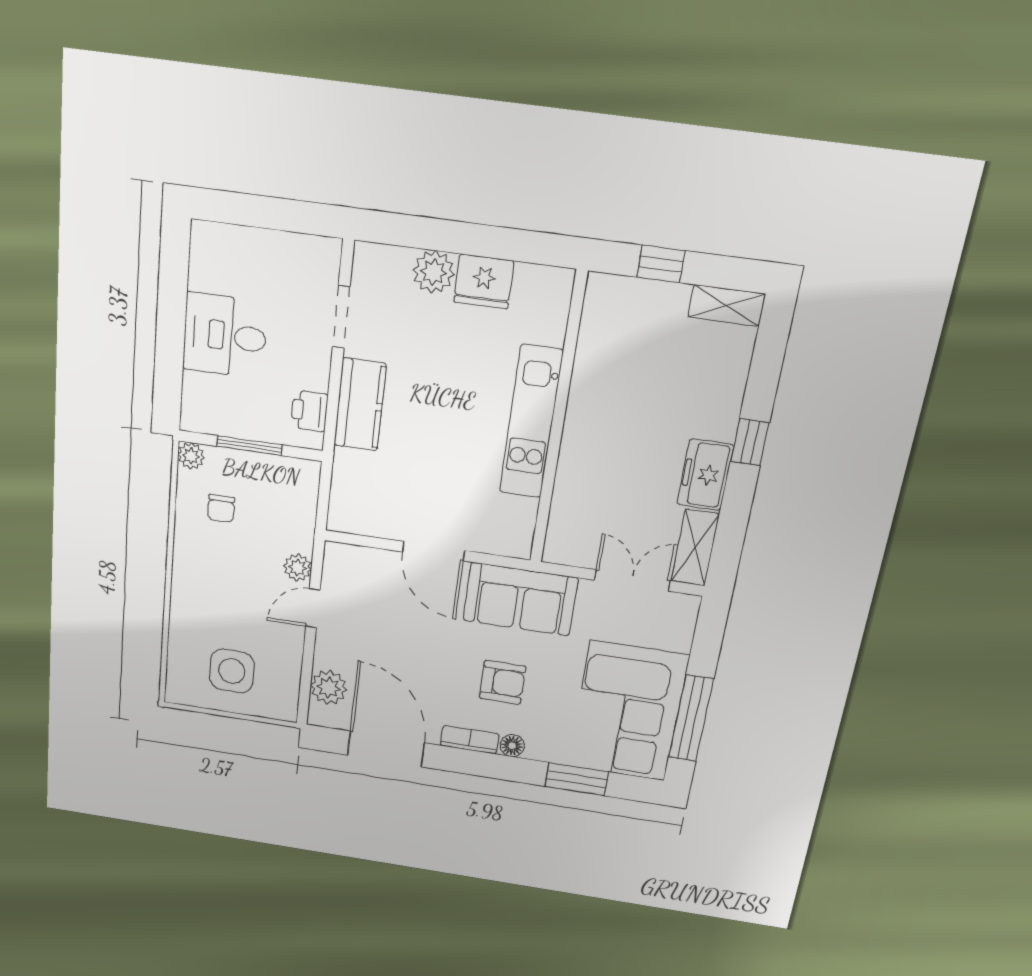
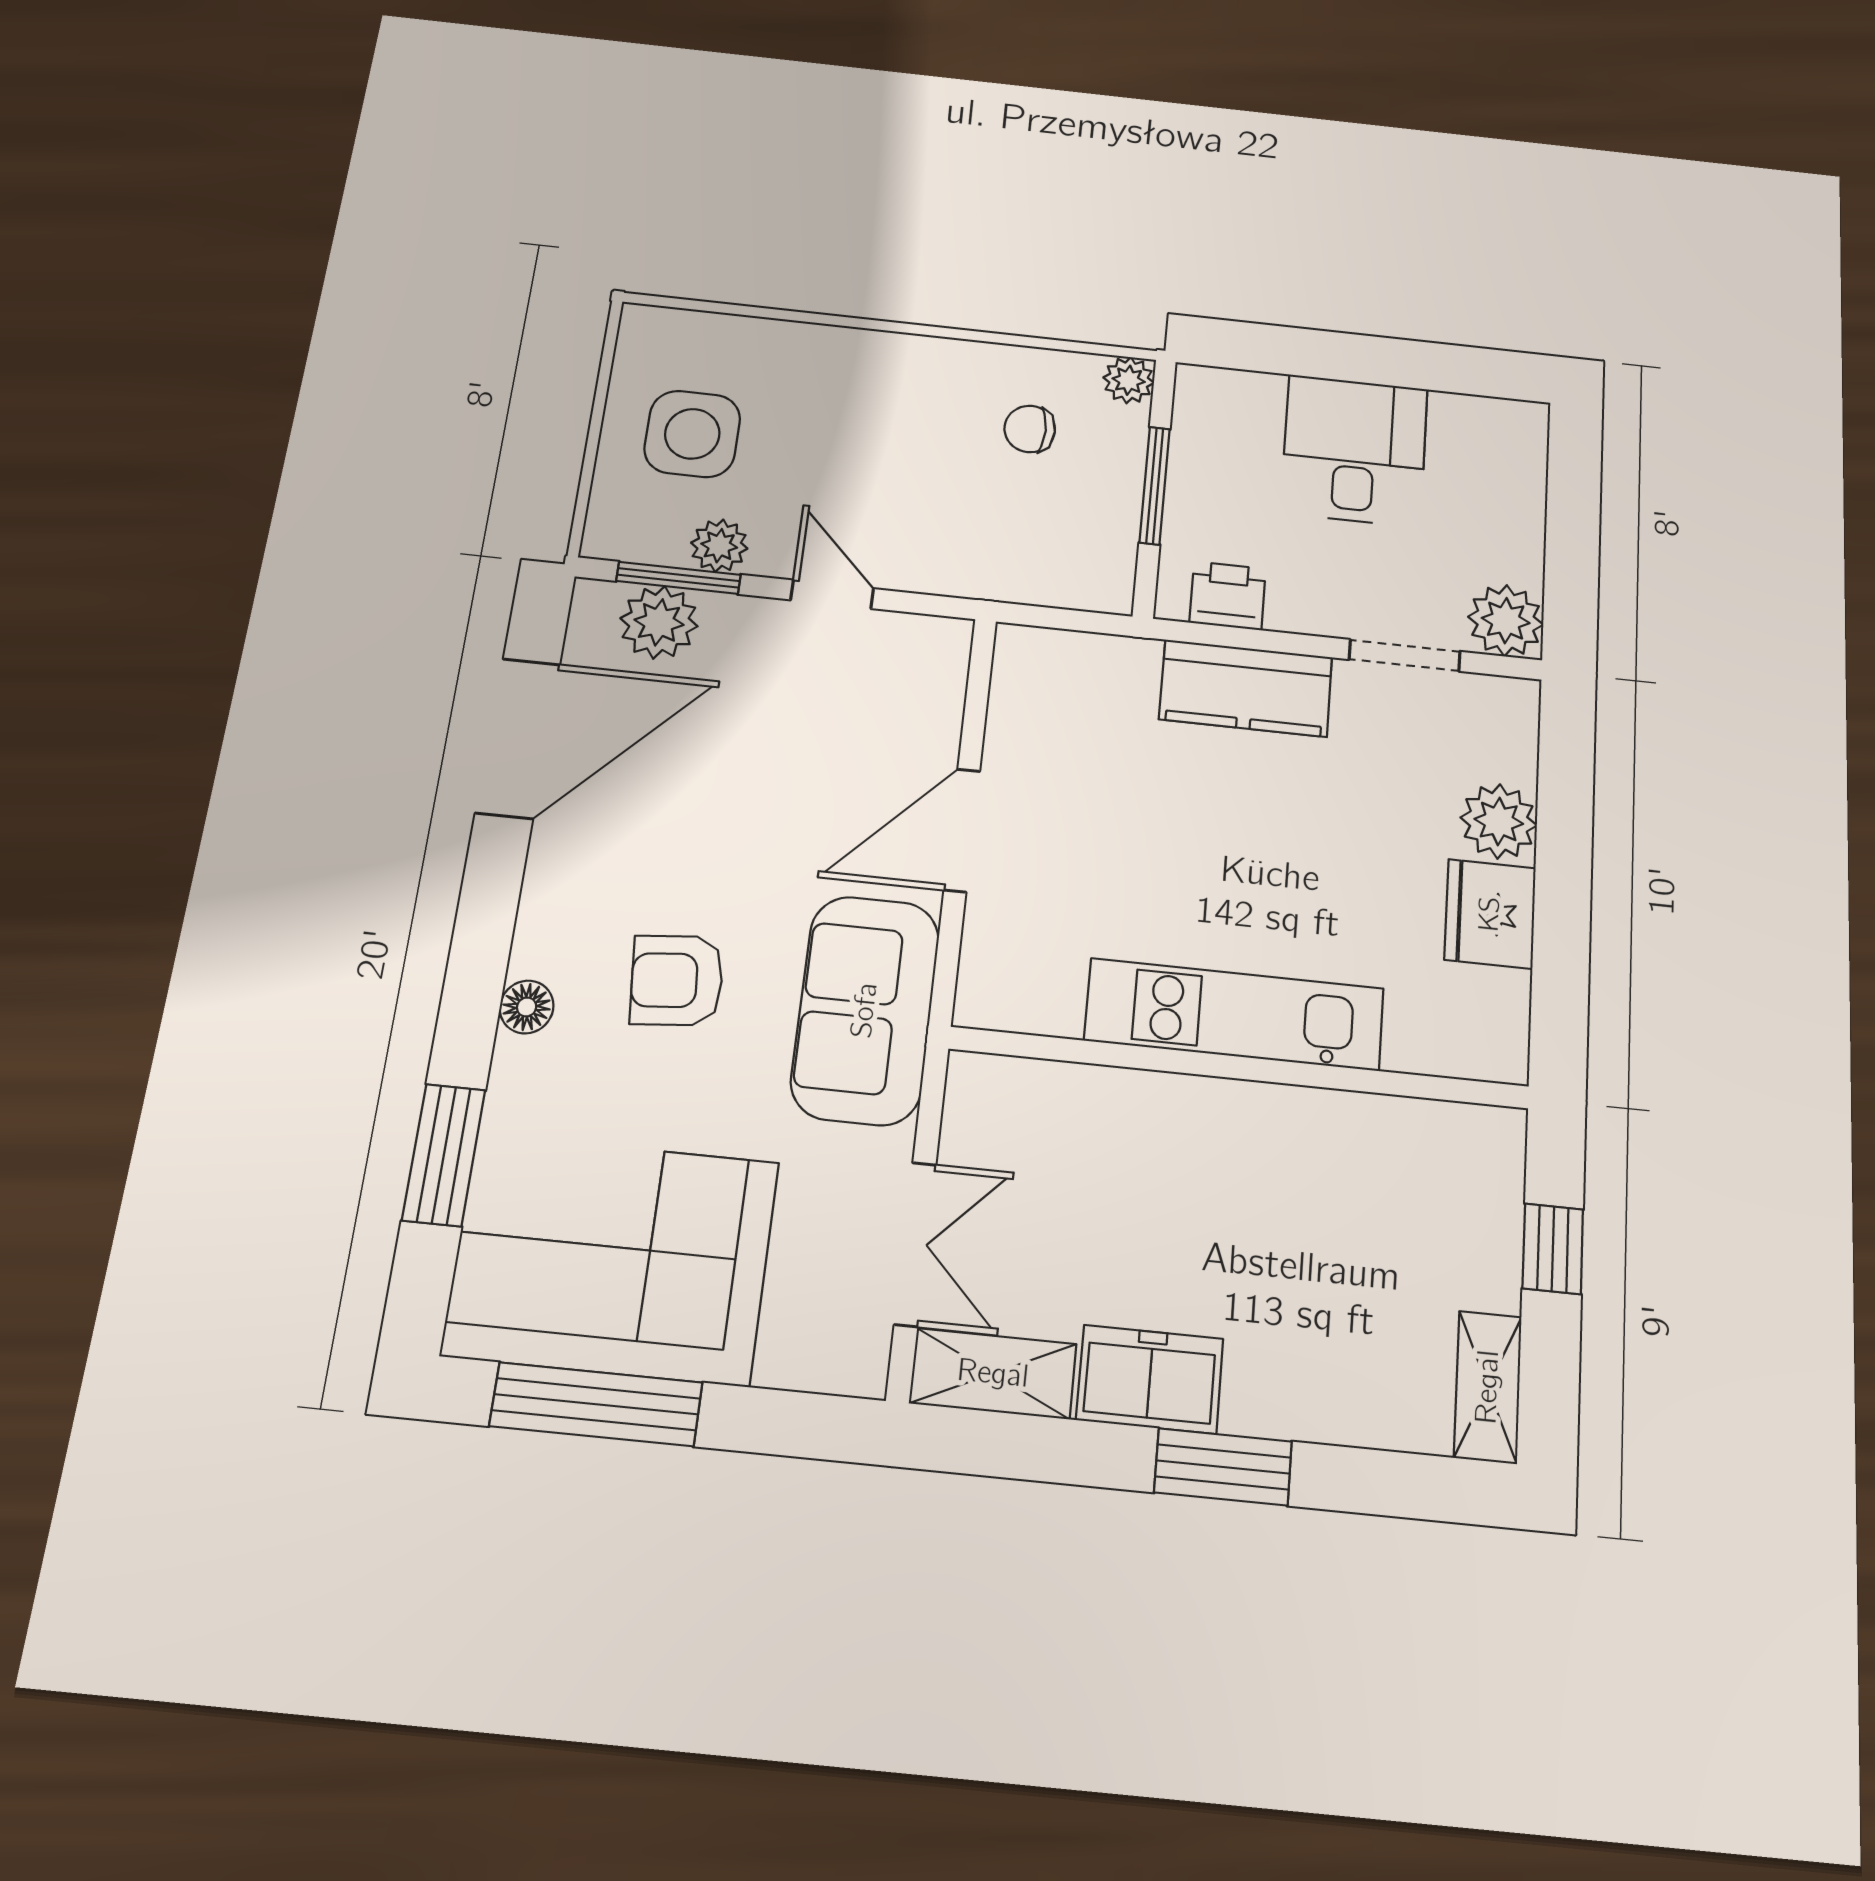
plant: (321, 257) -> (1506, 621), added
window: (750, 442) -> (1223, 1467), width x1.50
plant: (298, 568) -> (719, 546), moved
window: (306, 679) -> (678, 578), added
armchair: (503, 682) -> (677, 980), turned 85
bookcase: (470, 740) -> (541, 915), removed

